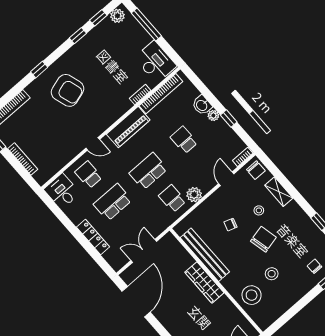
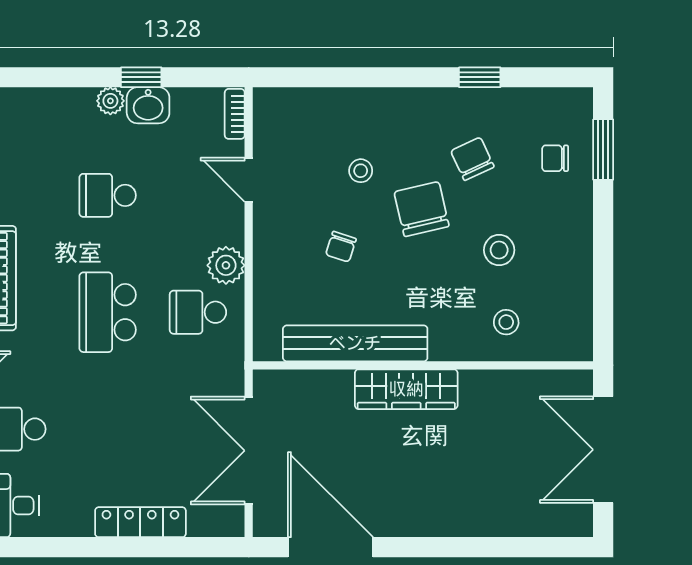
washbasin: (202, 105) -> (148, 105), moved
chair: (256, 170) -> (472, 159), moved, turned -115
shelving: (279, 192) -> (358, 103), removed
school desk: (113, 202) -> (108, 429), removed
double door: (144, 251) -> (249, 451), width x1.37
stool: (252, 295) -> (506, 322), width x0.53, depth x0.53

